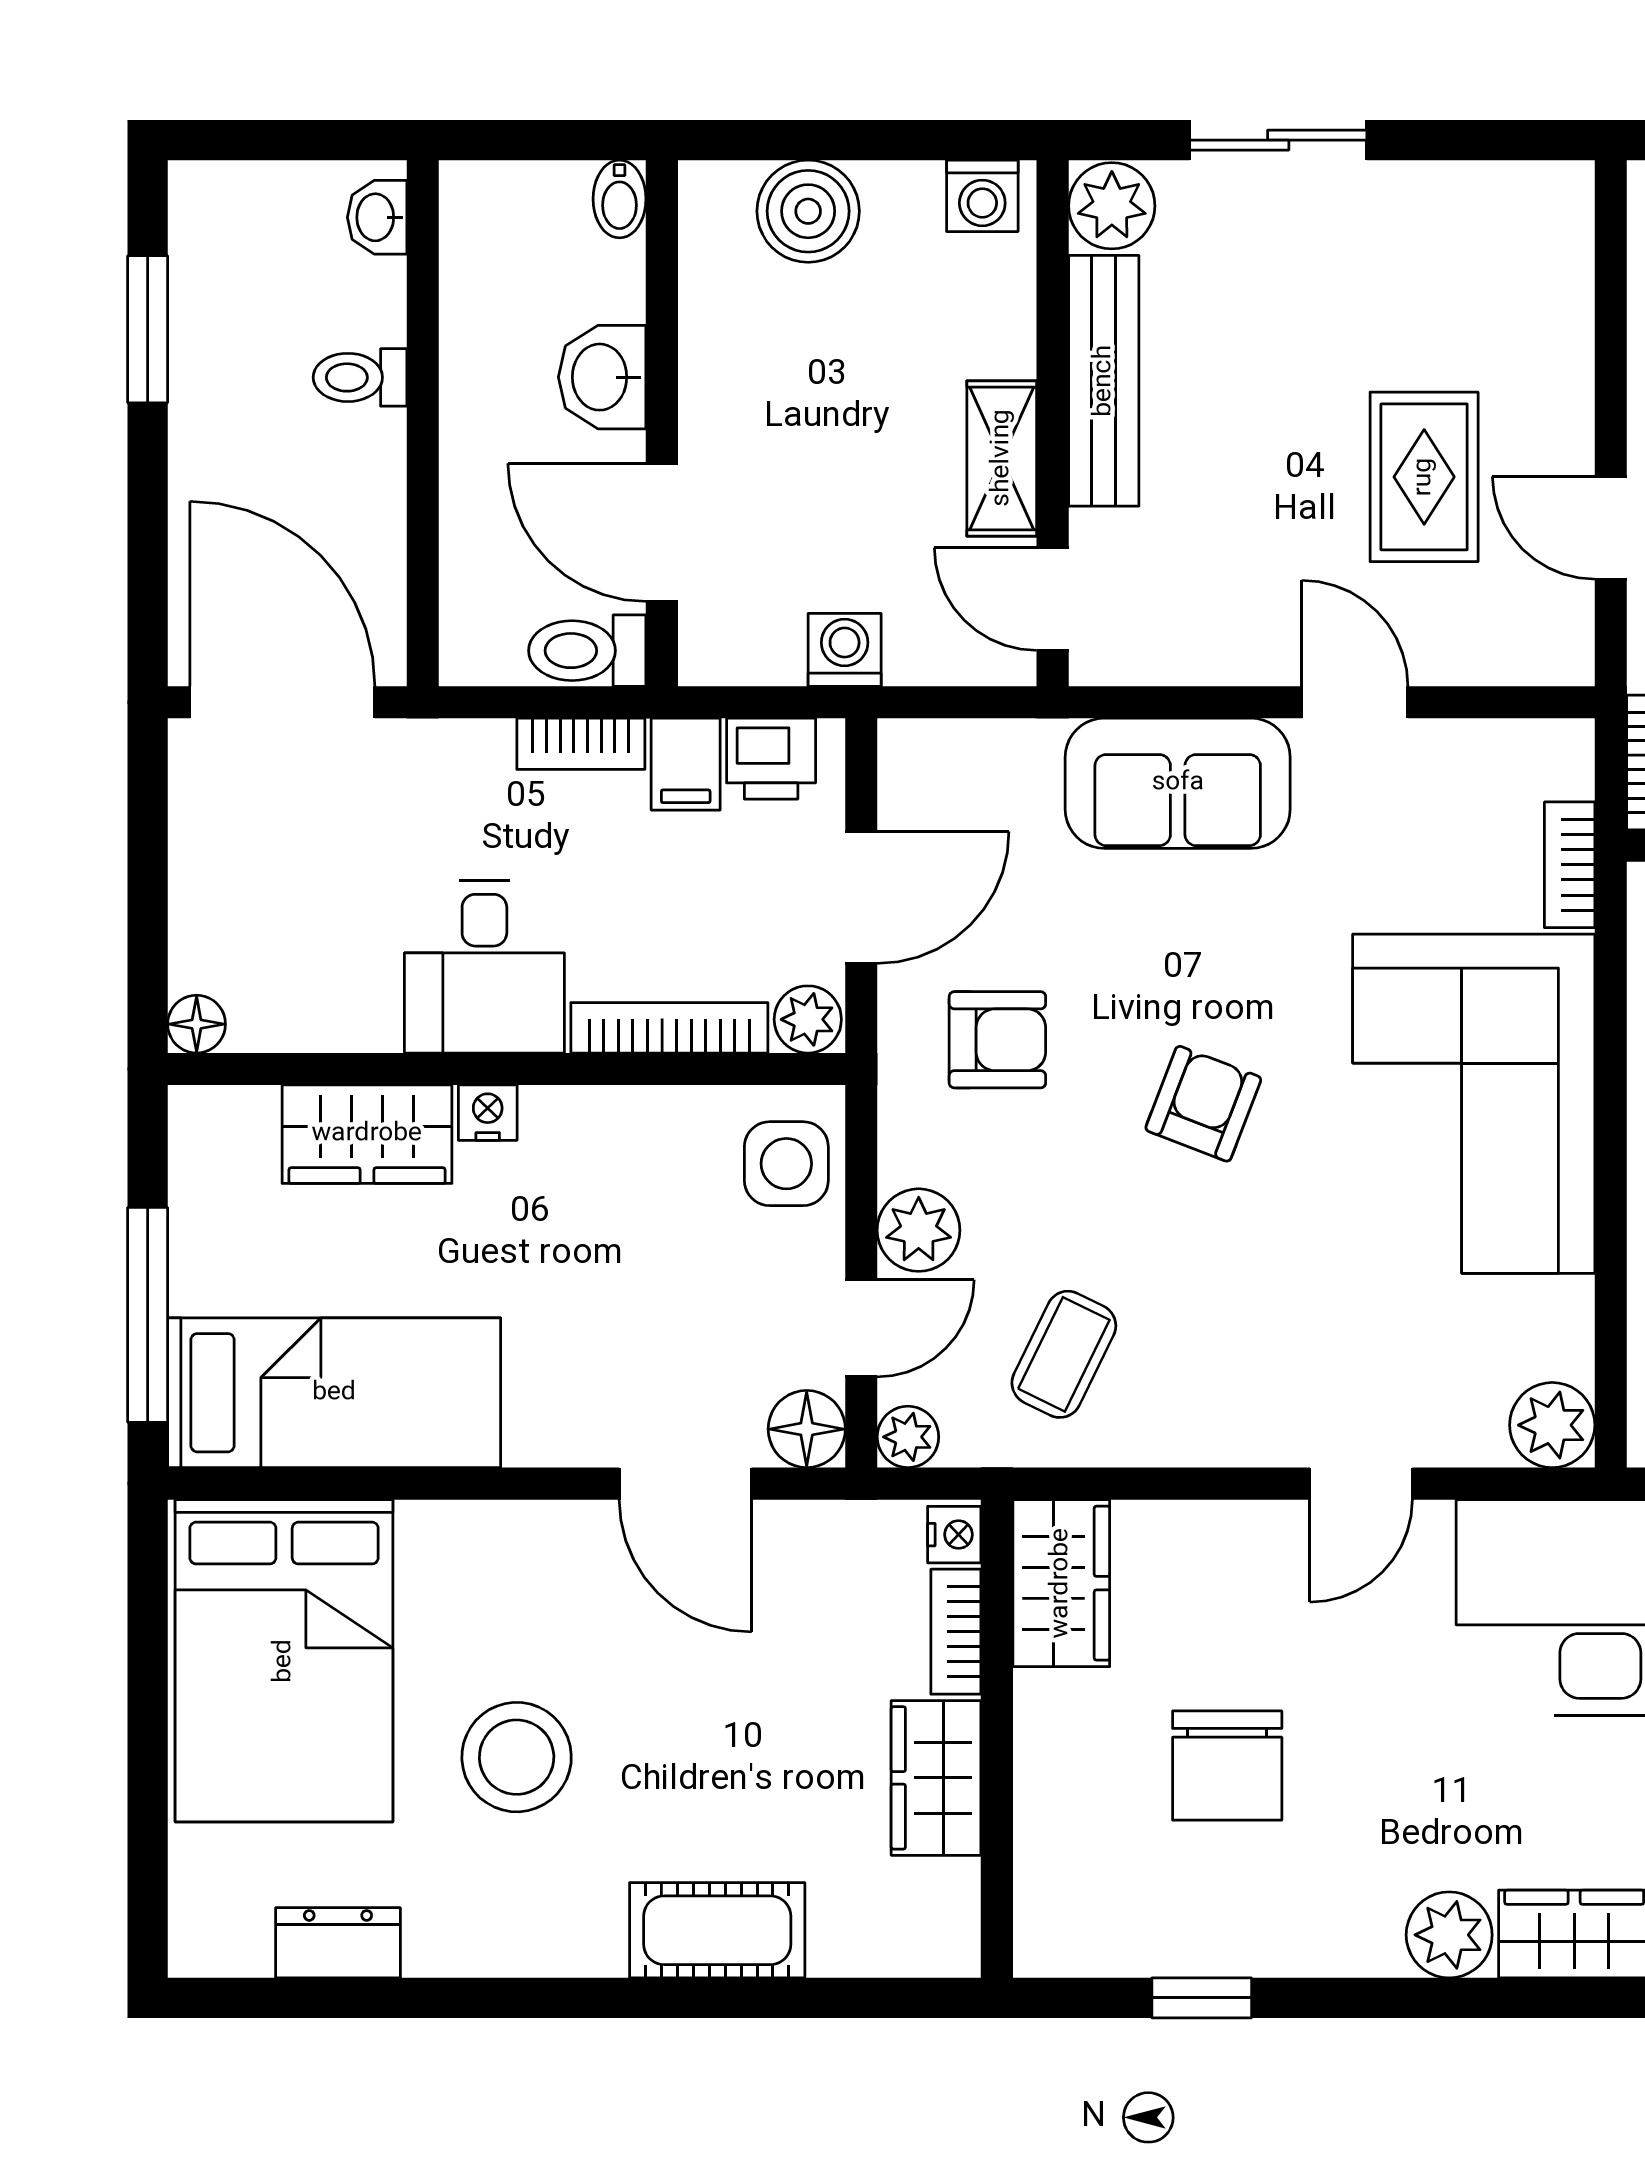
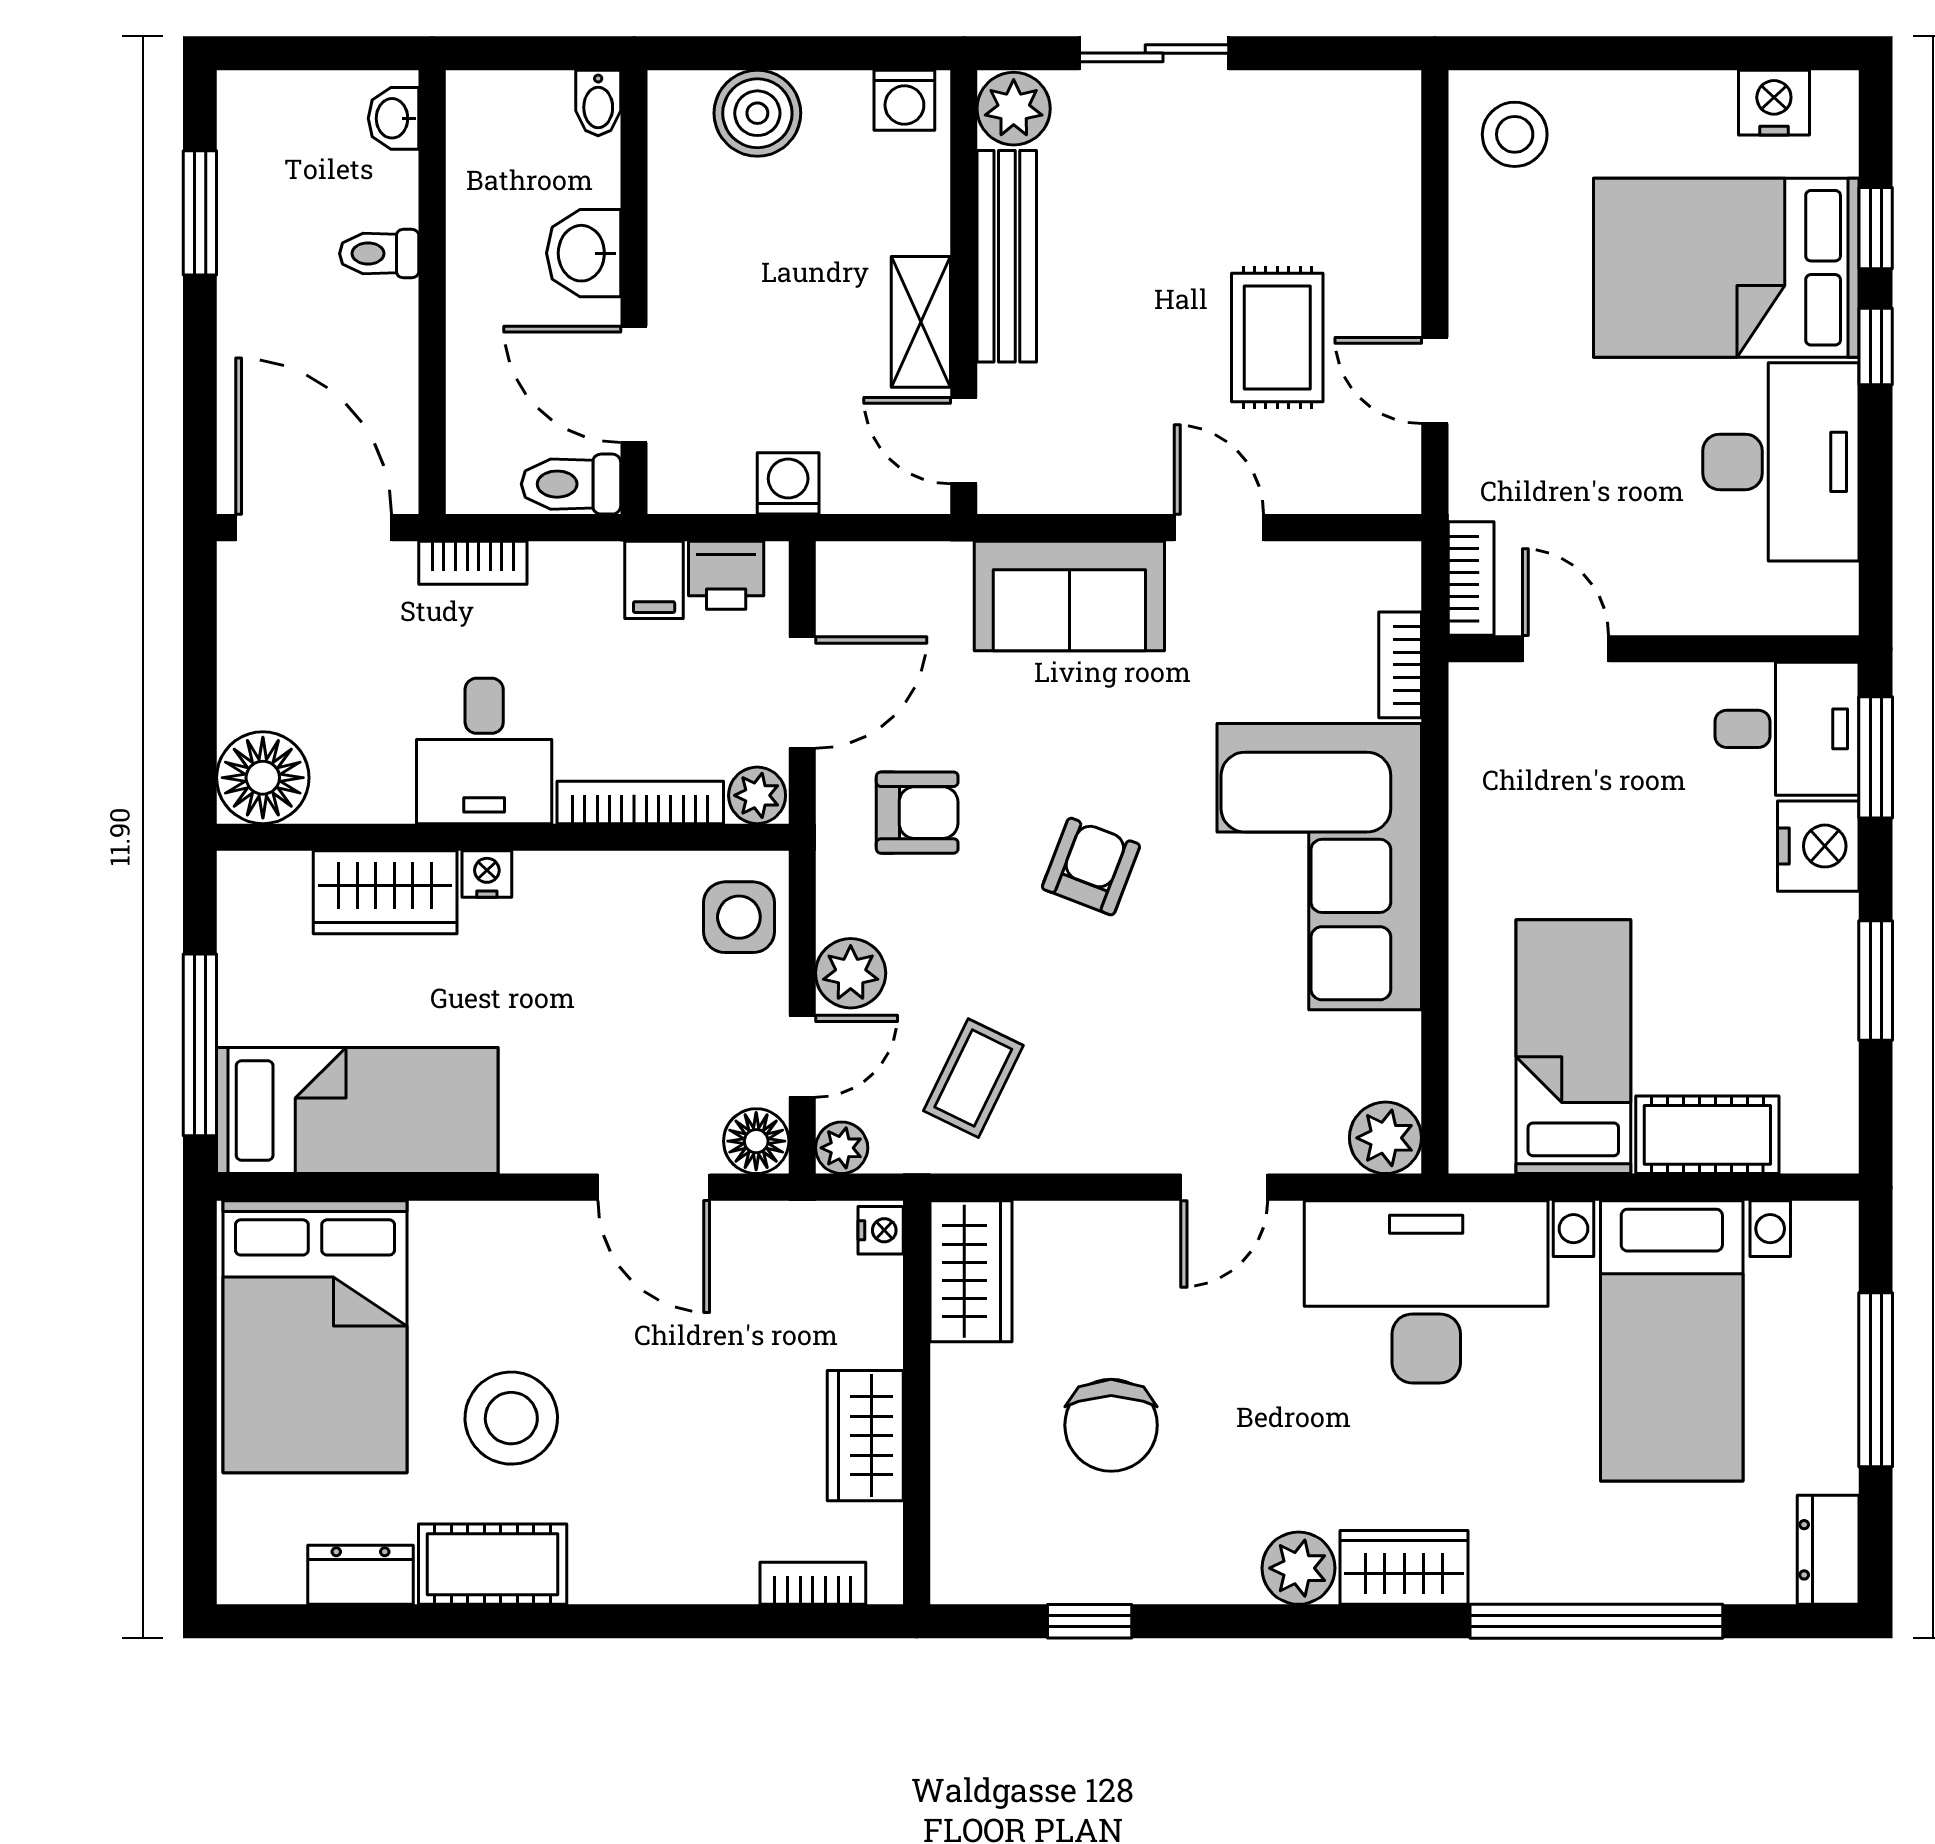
bookcase: (581, 744) -> (473, 563), moved
floor lamp: (197, 1024) -> (263, 778), width x1.89, depth x1.89
bookcase: (956, 1632) -> (813, 1583), moved, turned 90
cot: (717, 1930) -> (493, 1564), moved

